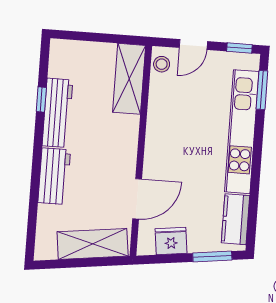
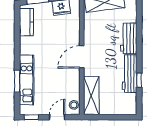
window: (262, 90) -> (17, 81), moved
kitchen unit: (242, 132) -> (27, 80), width x0.73
door: (137, 199) -> (82, 57), moved

